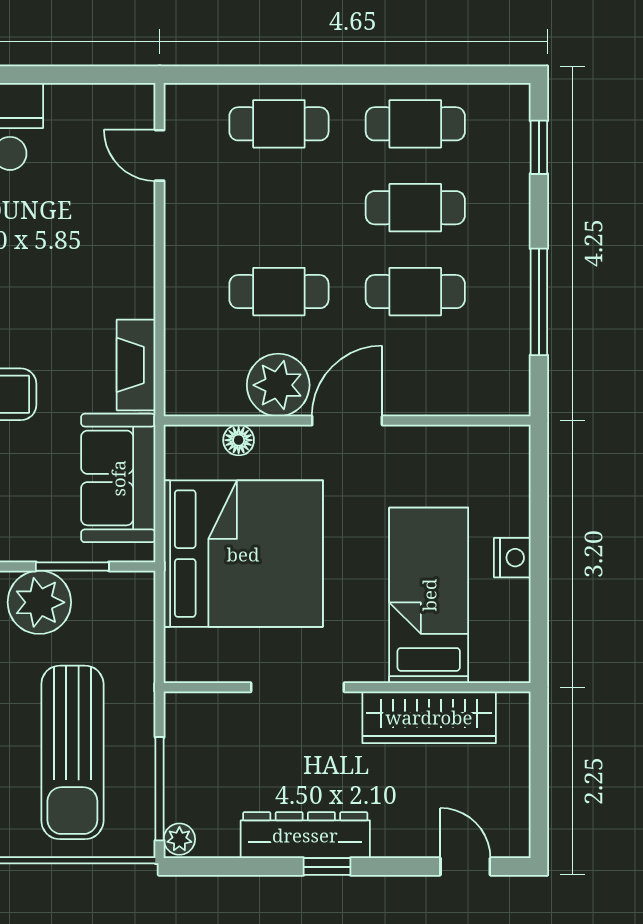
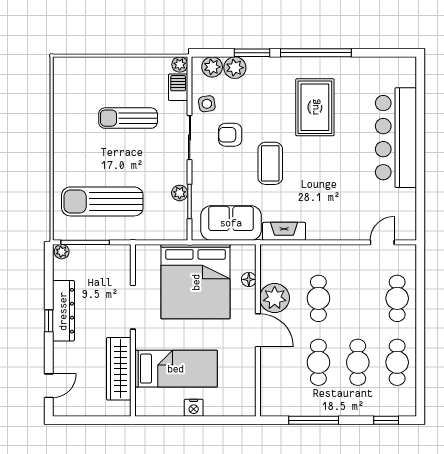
plant: (39, 602) -> (180, 193), width x0.53, depth x0.53

